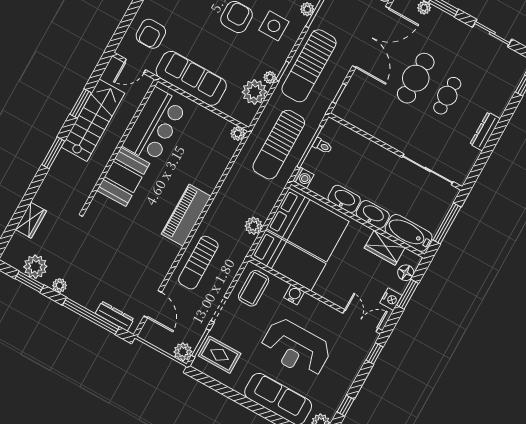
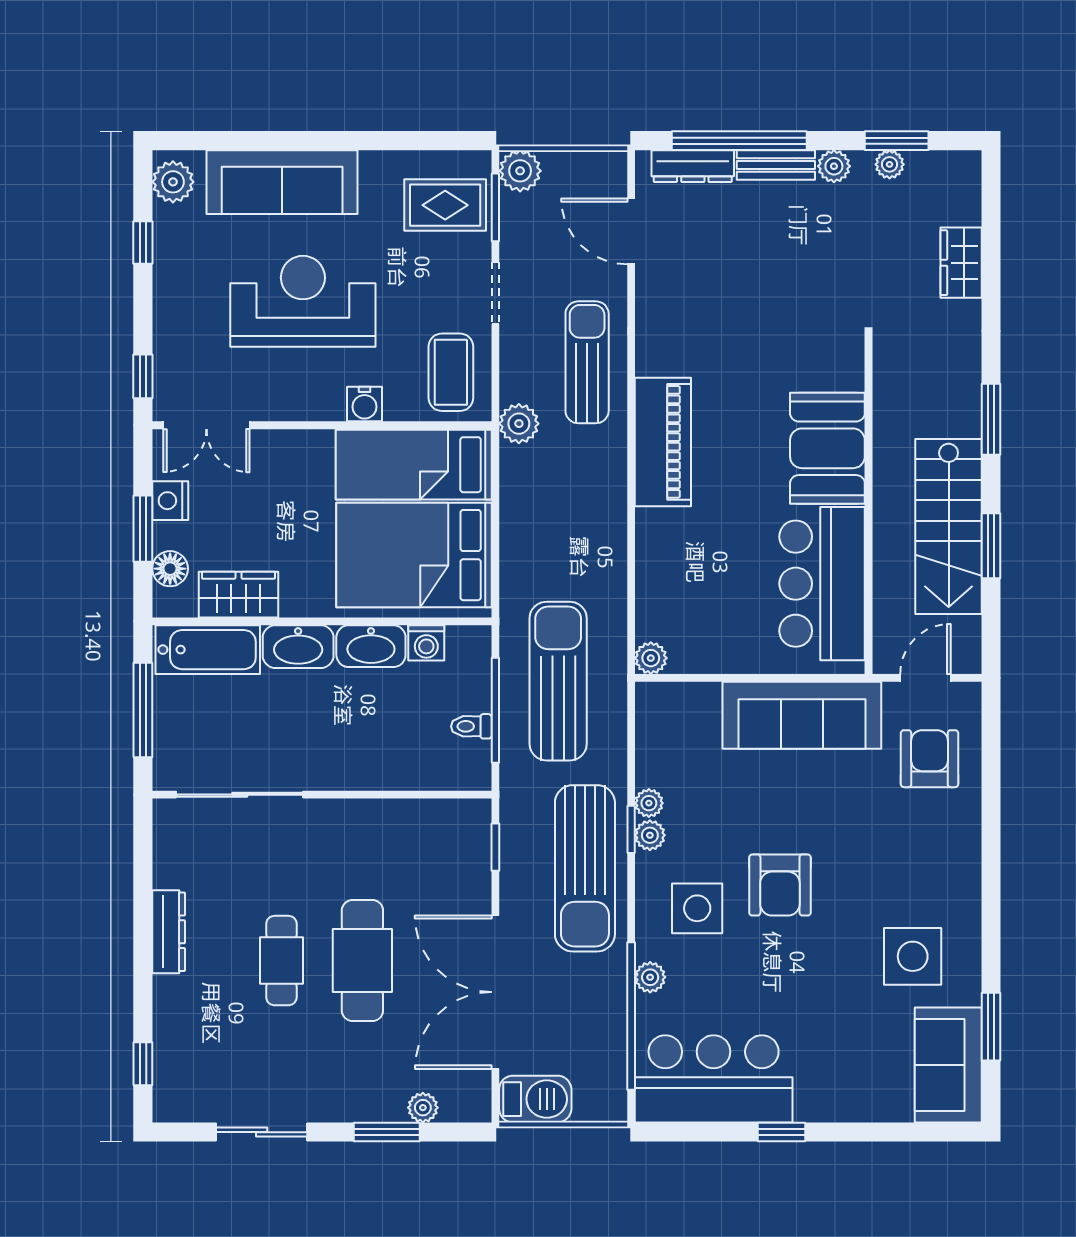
sun lounger: (309, 66) -> (585, 868), turned 180
plant: (255, 92) -> (650, 835), moved, width x0.53, depth x0.53
washing machine: (303, 178) -> (426, 643), moved, turned -90
plant: (254, 226) -> (519, 424), moved
plant: (35, 267) -> (890, 164), width x0.53, depth x0.53
bench: (82, 299) -> (776, 165), added

